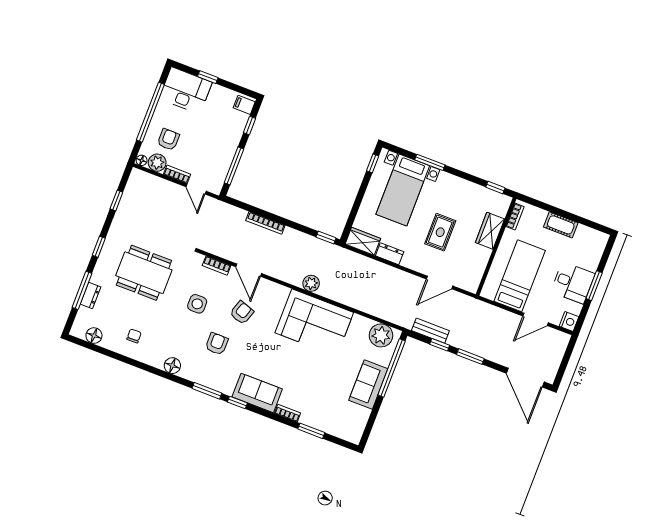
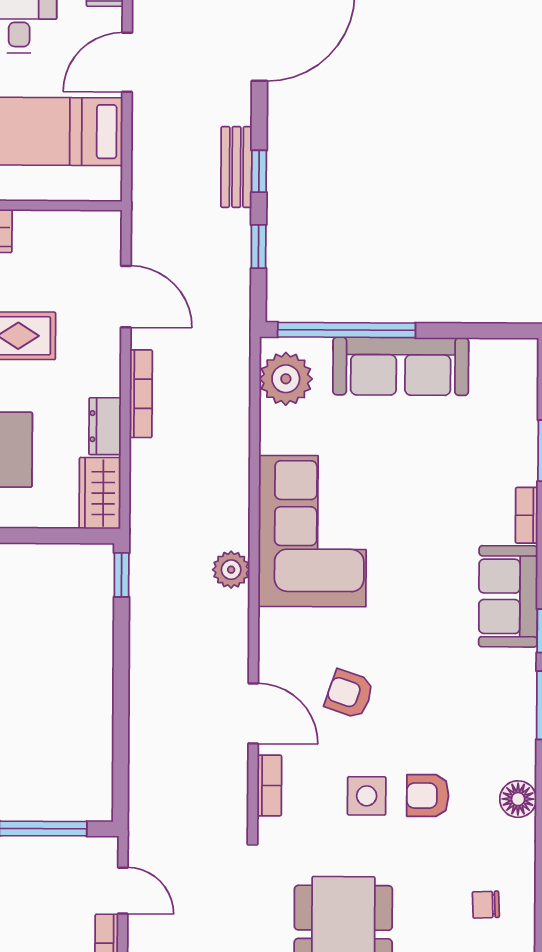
door: (196, 189) -> (123, 891), hinge flipped
bookcase: (265, 223) -> (141, 394), moved
door: (249, 270) -> (253, 713), hinge flipped
door: (536, 319) -> (127, 62), swing flipped
bench: (430, 331) -> (236, 167), moved
armchair: (217, 344) -> (428, 796), moved
window: (470, 357) -> (259, 171), width x0.67
sofa: (368, 385) -> (401, 366), width x1.36

